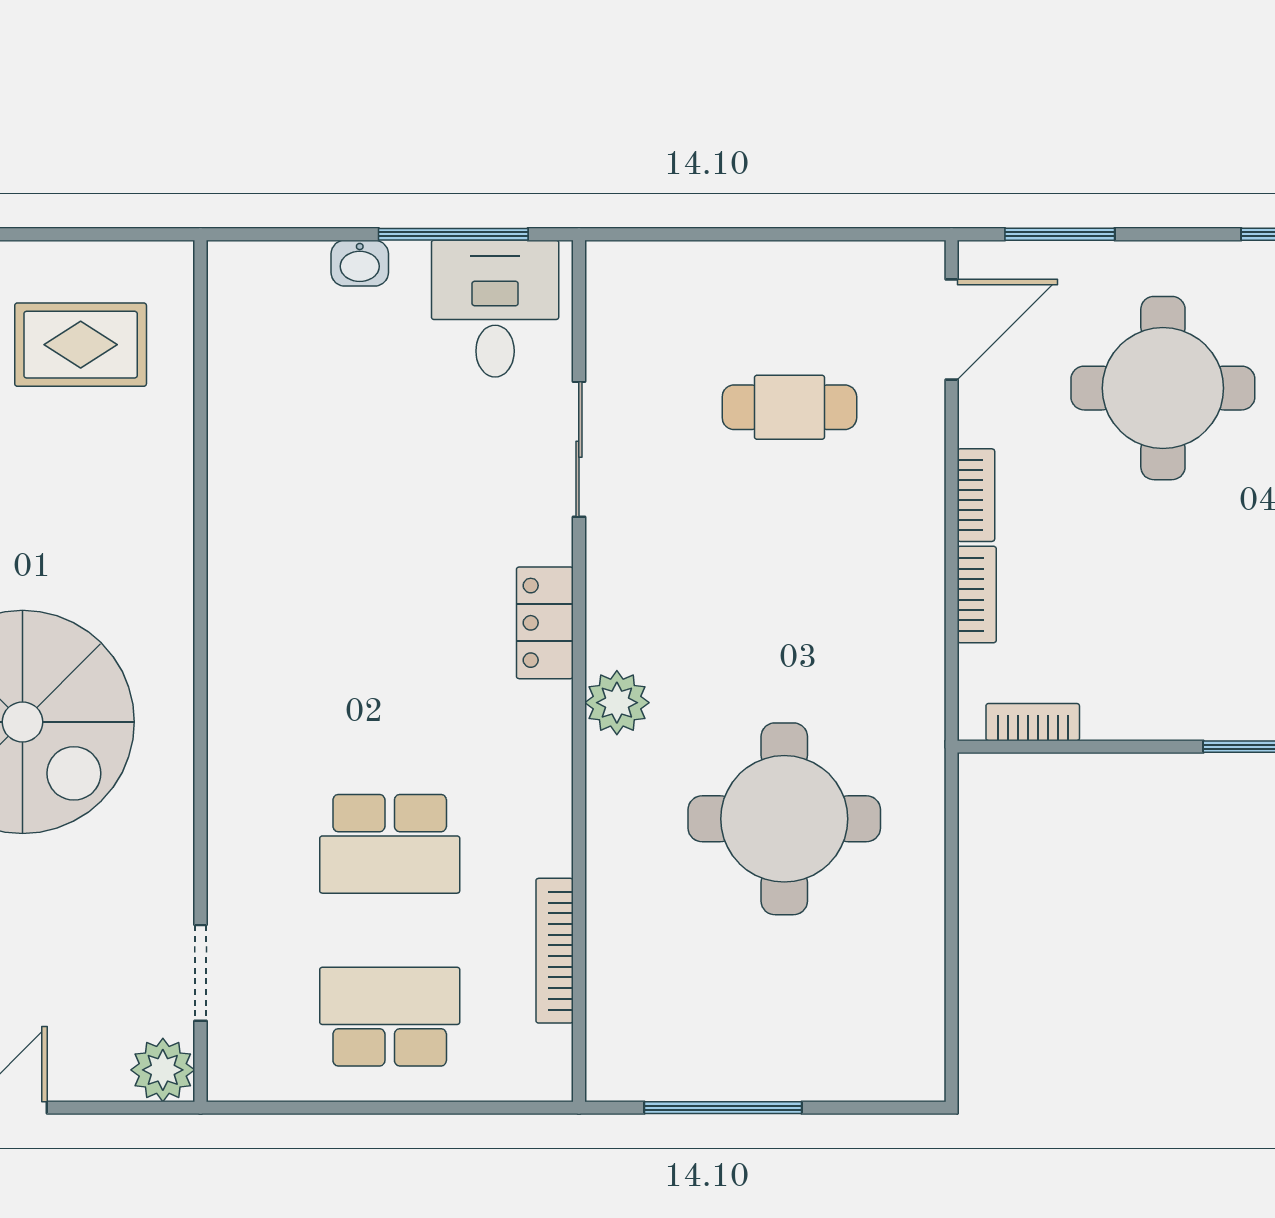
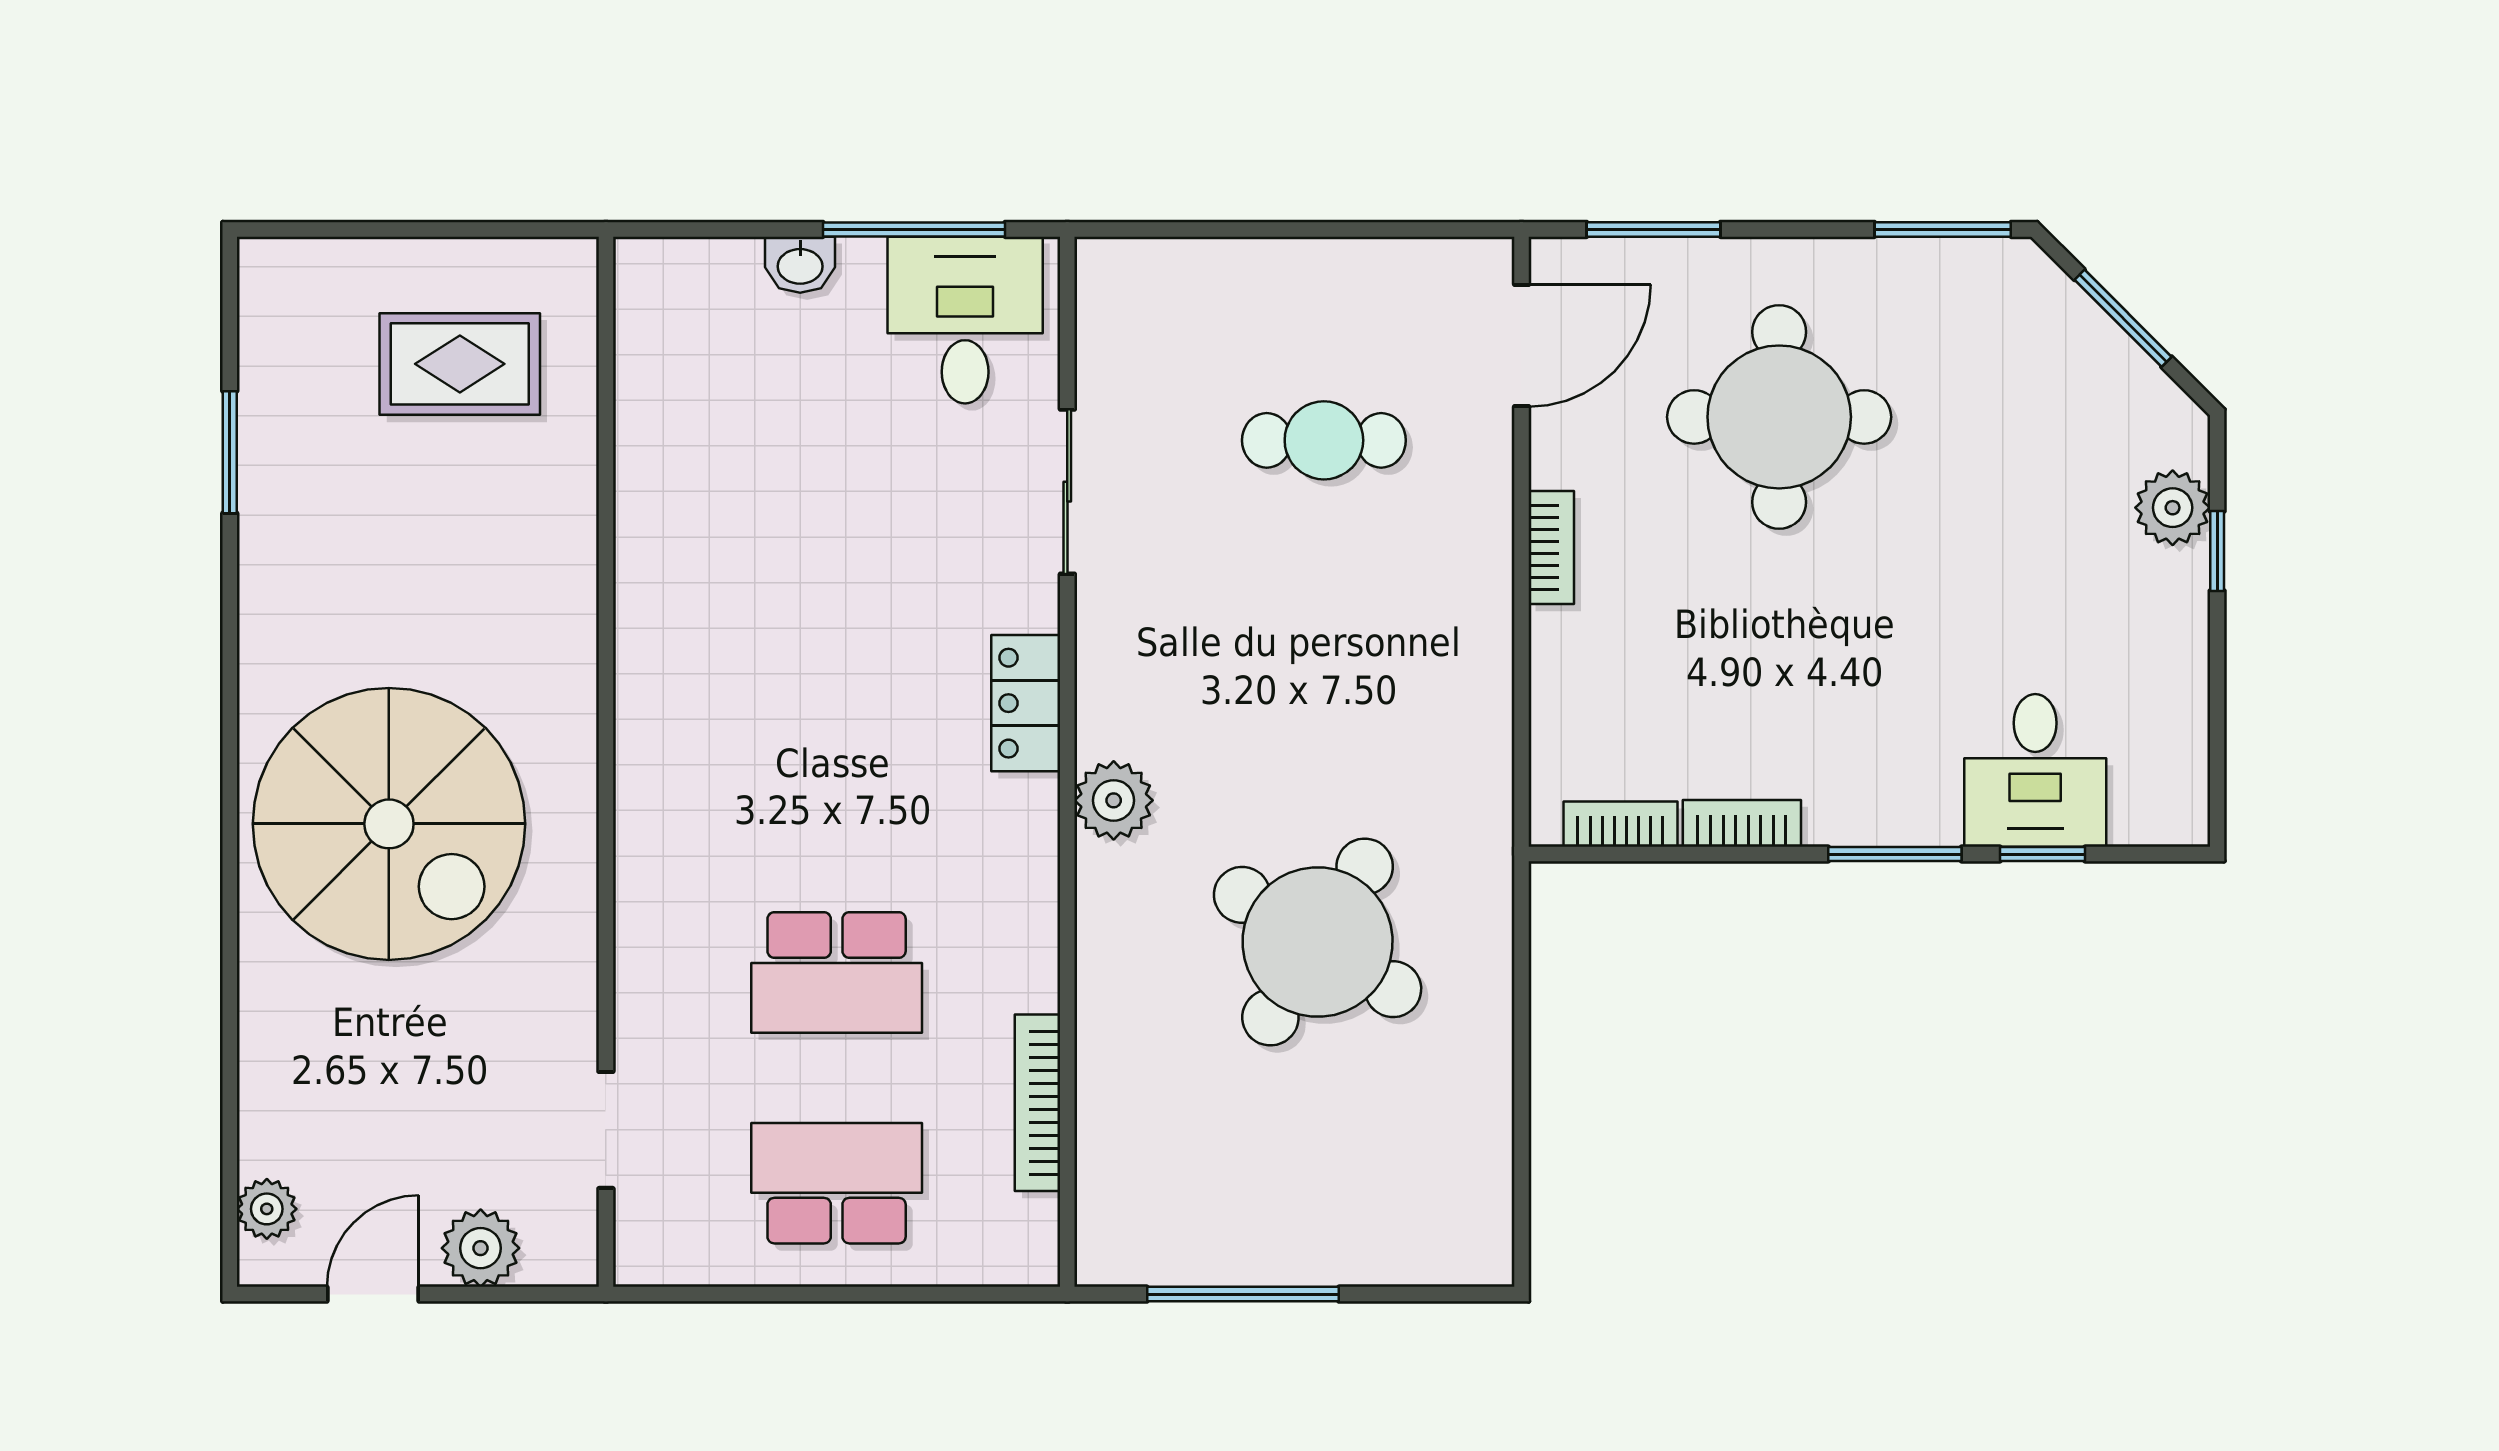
bookcase: (977, 595) -> (1742, 823), moved, turned -90
round table: (784, 819) -> (1318, 942), turned 32
plant: (163, 1070) -> (481, 1248), moved

